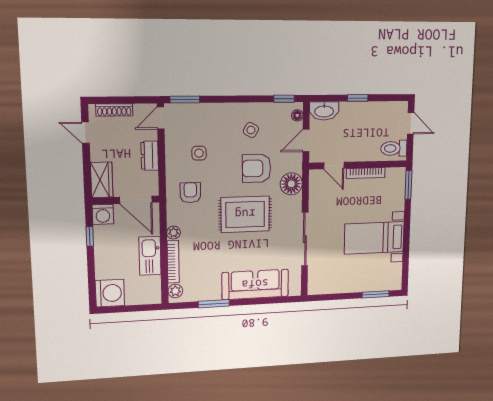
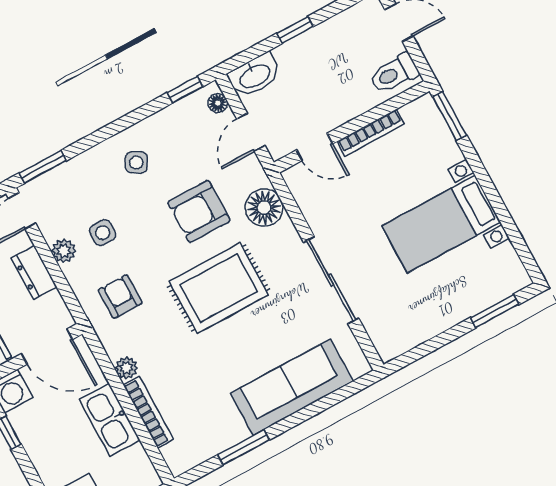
side table: (251, 130) -> (136, 162), moved
plant: (175, 291) -> (64, 251), moved

